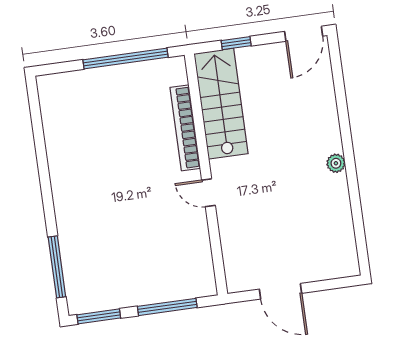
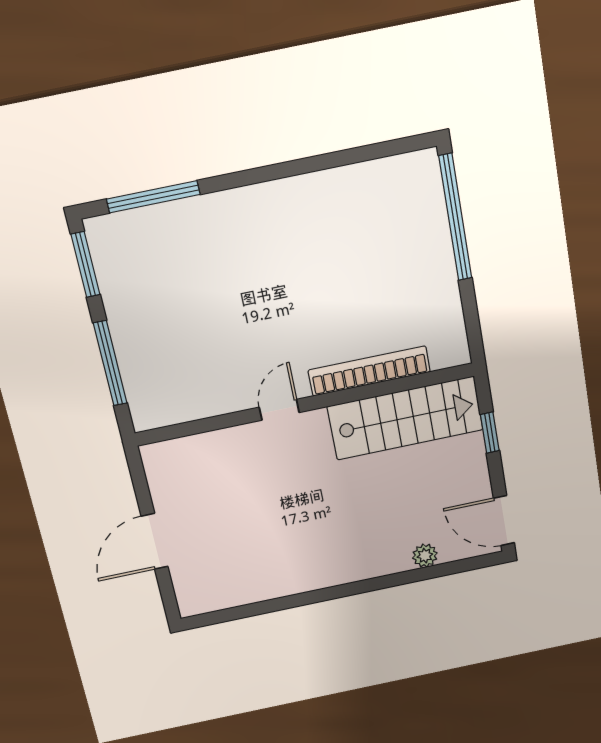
window: (125, 58) -> (455, 217), moved
plant: (336, 163) -> (425, 556), moved
door: (281, 291) -> (155, 541), moved

